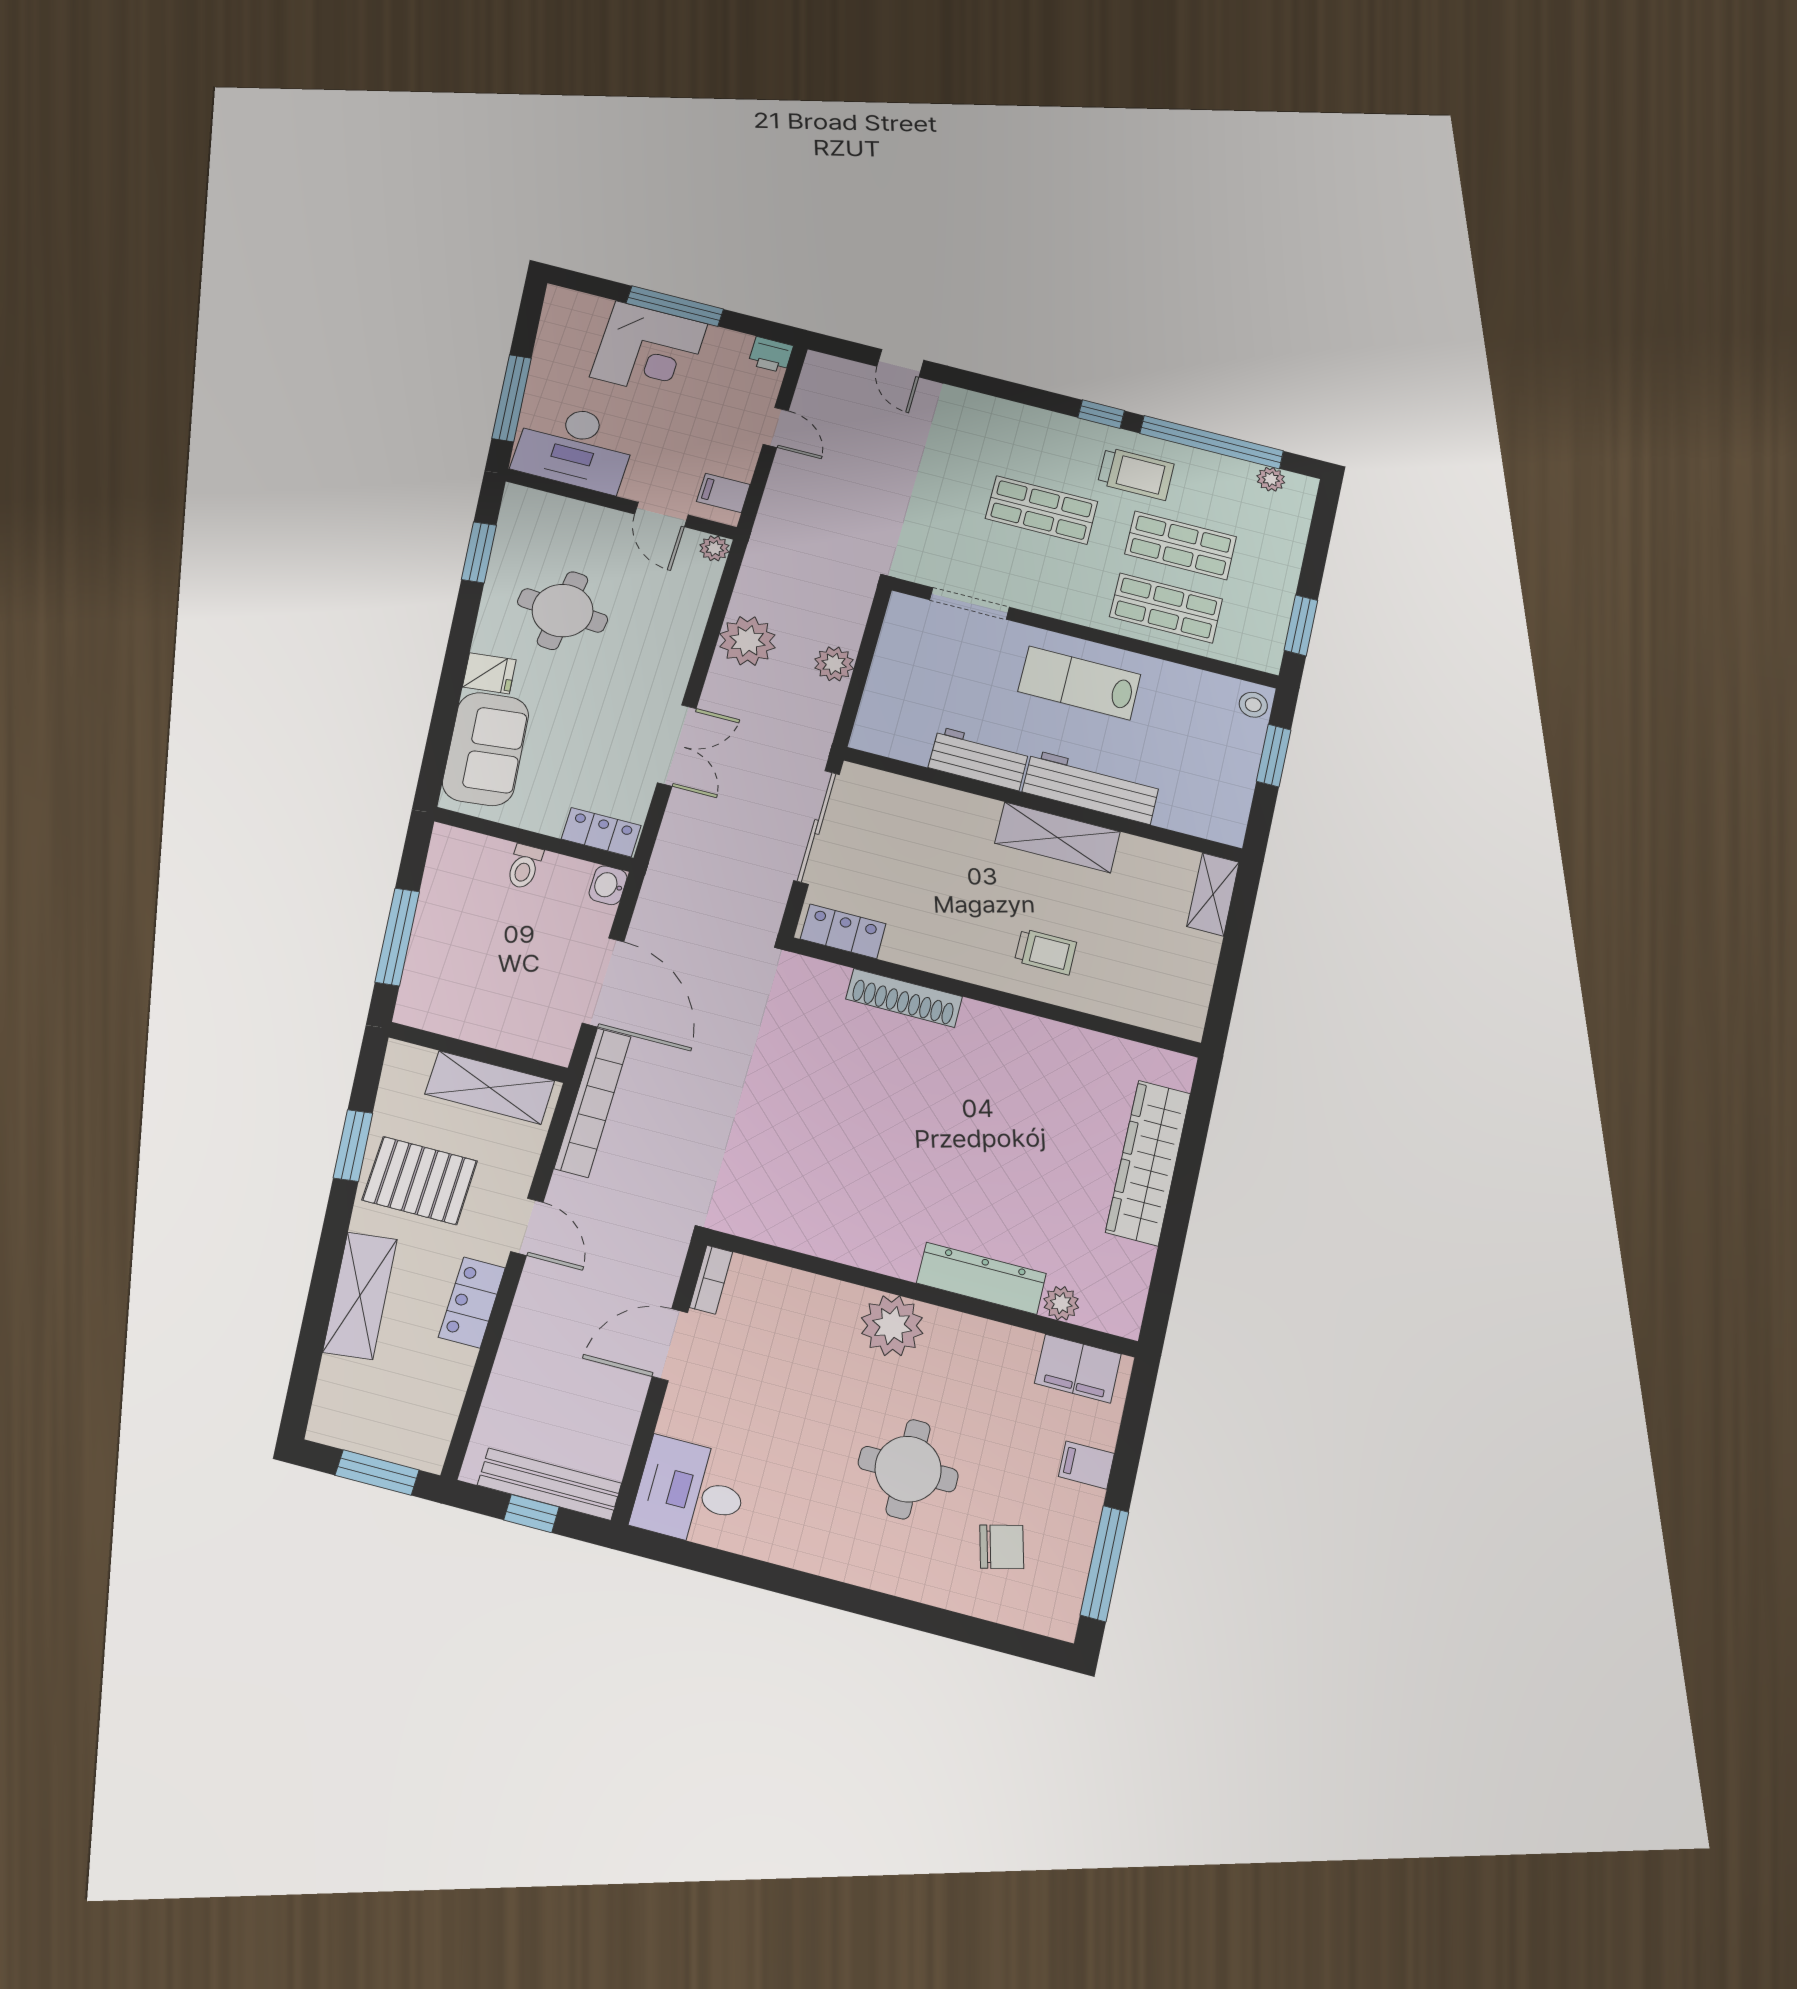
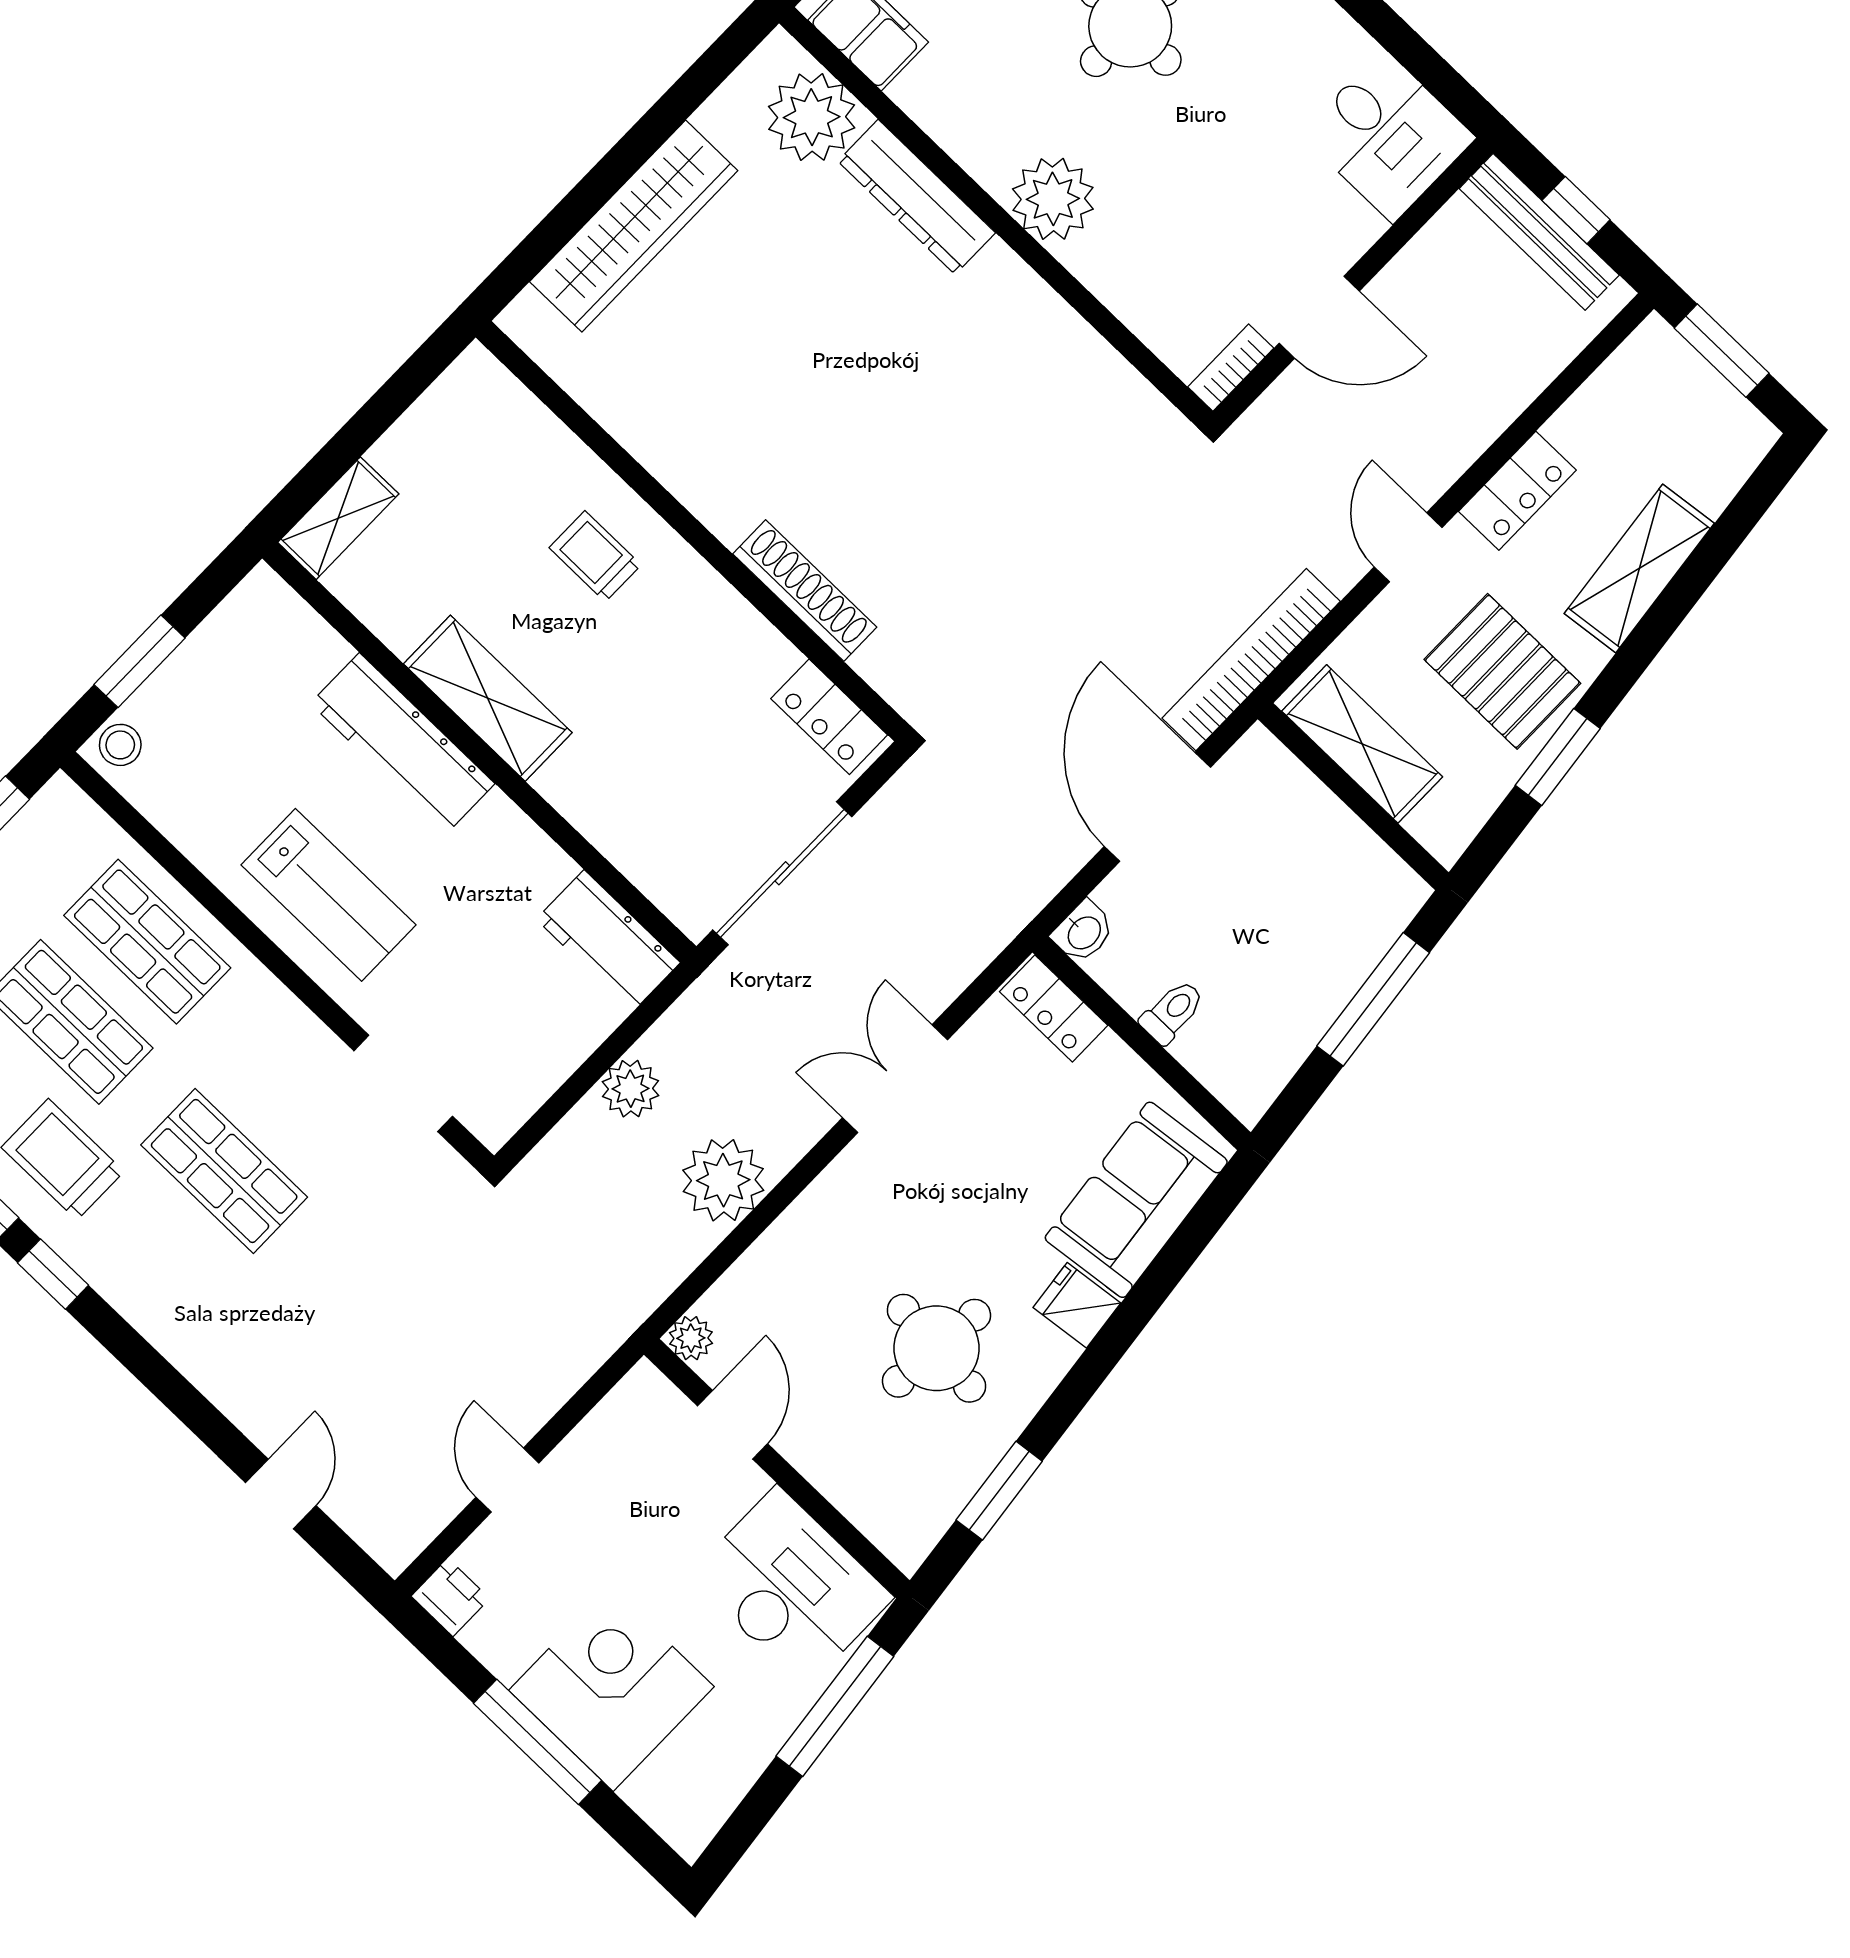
filing cabinet: (723, 493) -> (633, 1415), removed
workbench: (979, 759) -> (608, 941), moved
plant: (1061, 1303) -> (812, 117), width x1.87, depth x1.87

